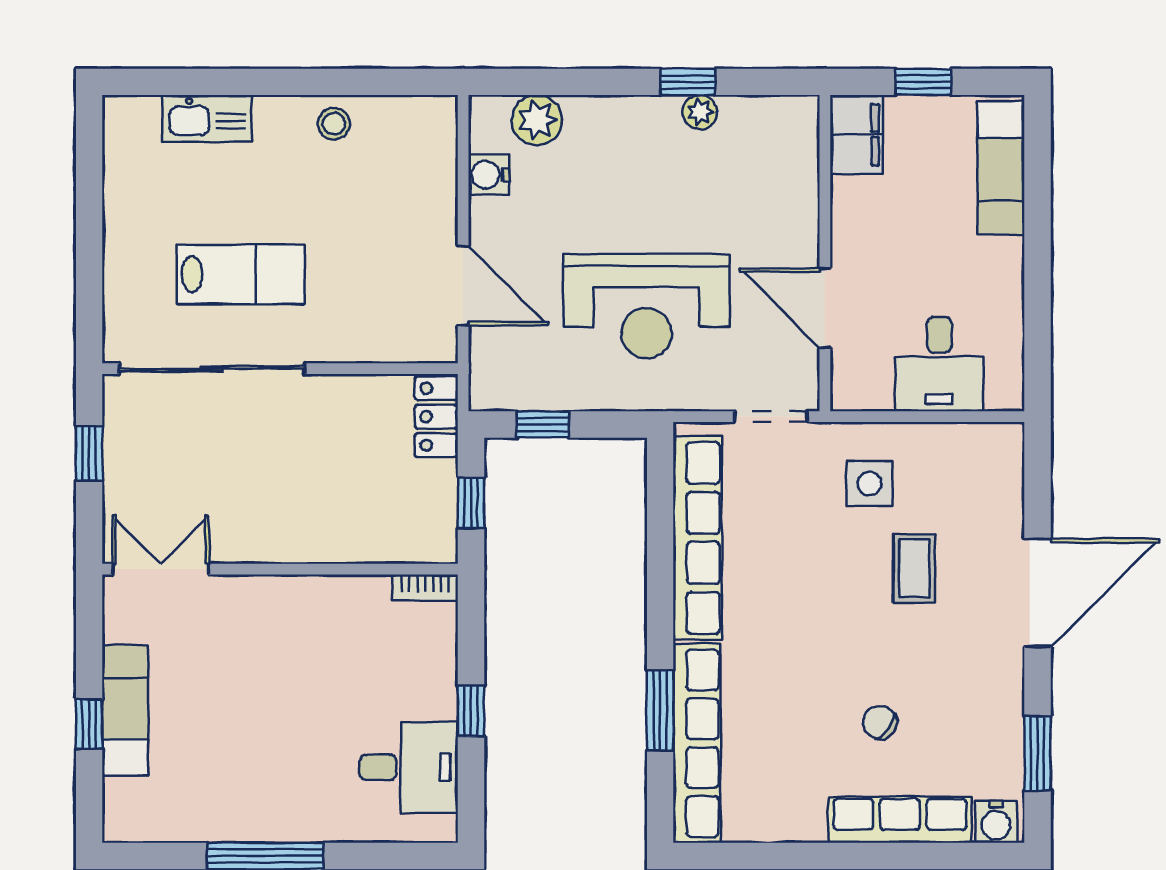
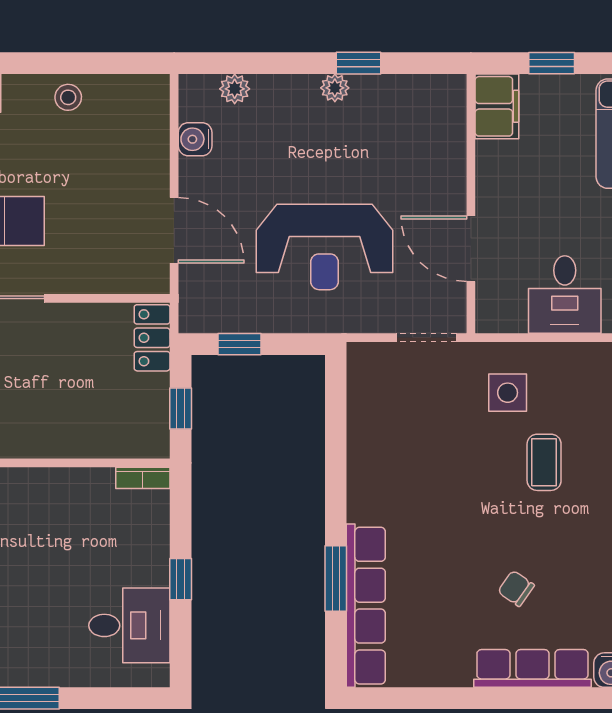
plant: (700, 112) -> (335, 88), moved
plant: (537, 120) -> (235, 89), width x0.73, depth x0.73
row of seats: (697, 538) -> (366, 437), removed

